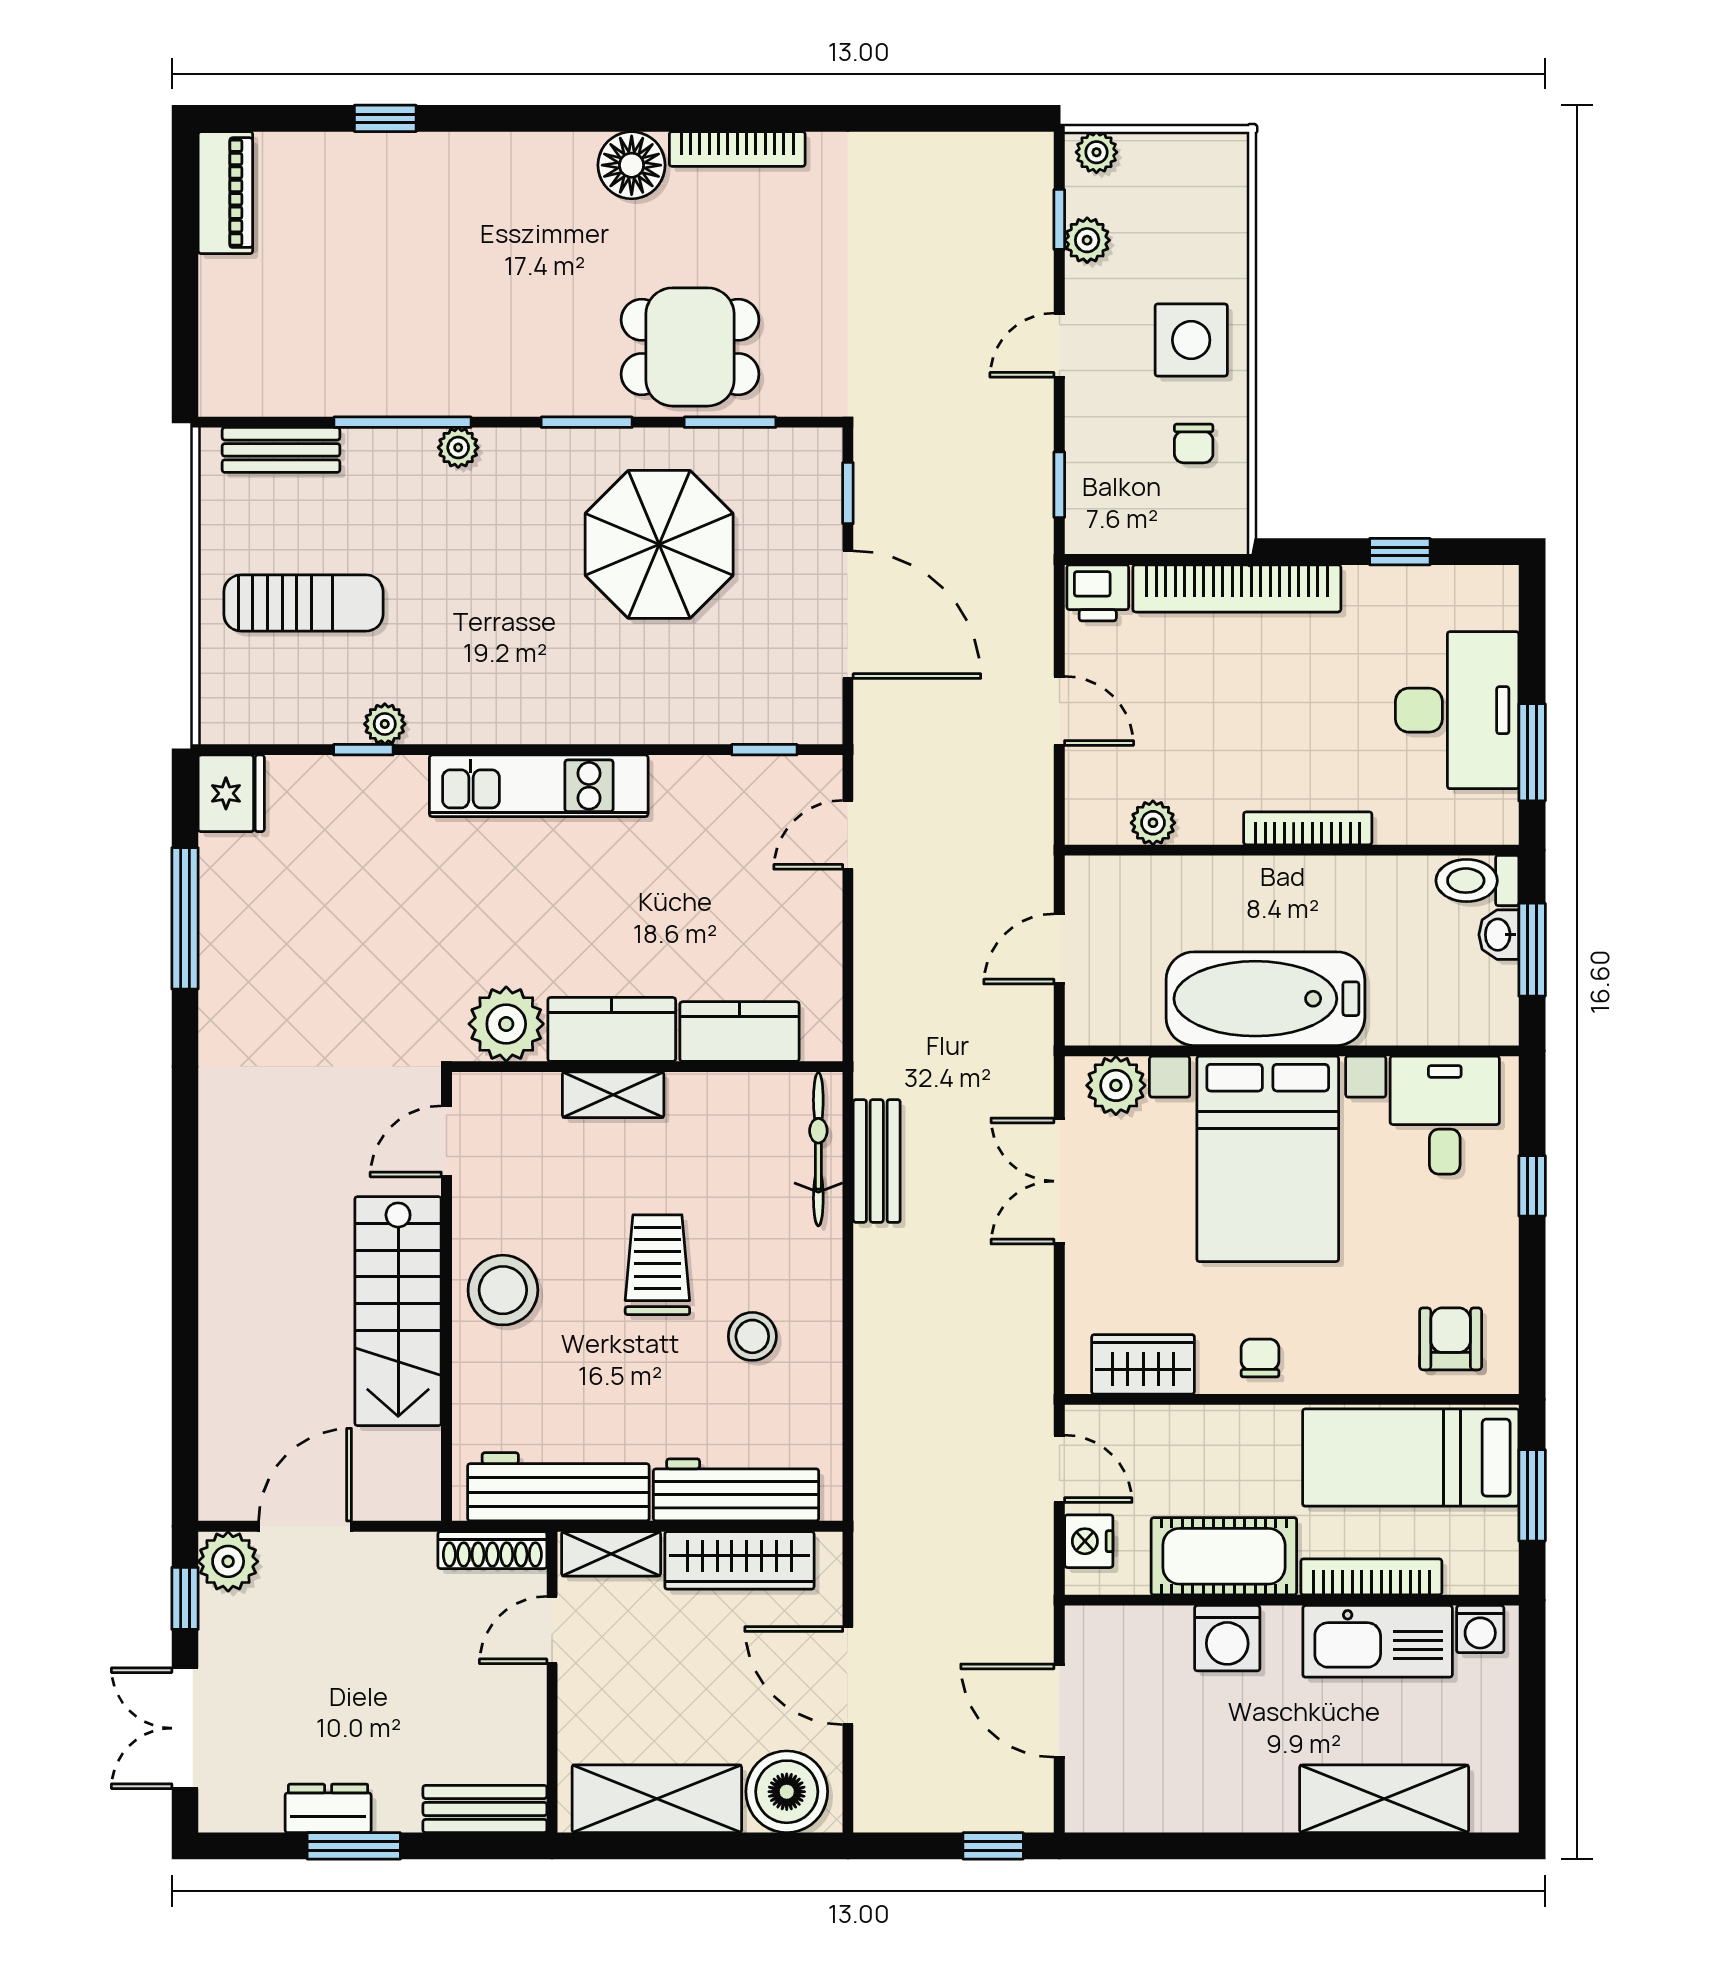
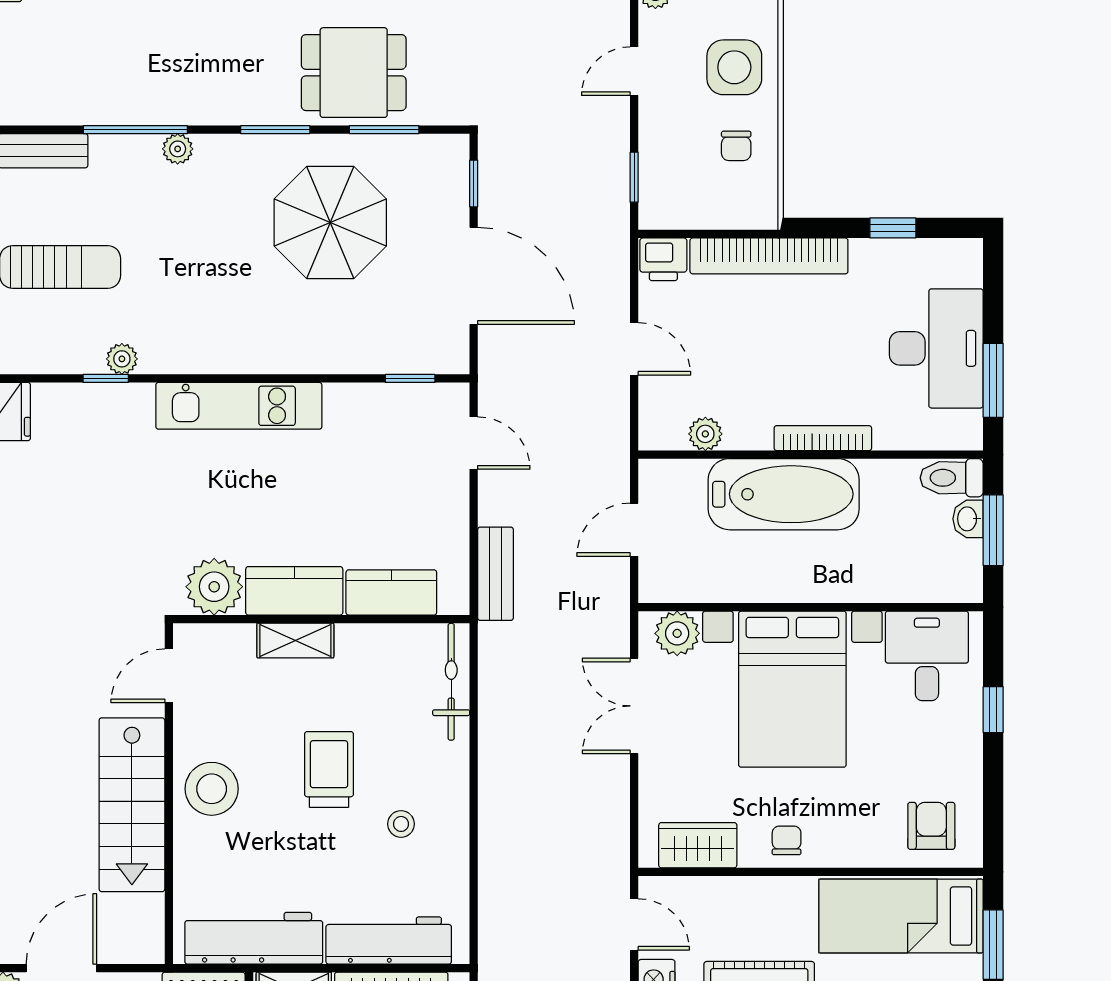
door: (848, 835) -> (474, 443), swing flipped
bathtub: (1265, 999) -> (784, 494), moved, turned 180
bench: (877, 1161) -> (495, 574), moved
stool: (752, 1336) -> (401, 824), width x0.73, depth x0.73

